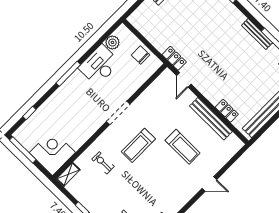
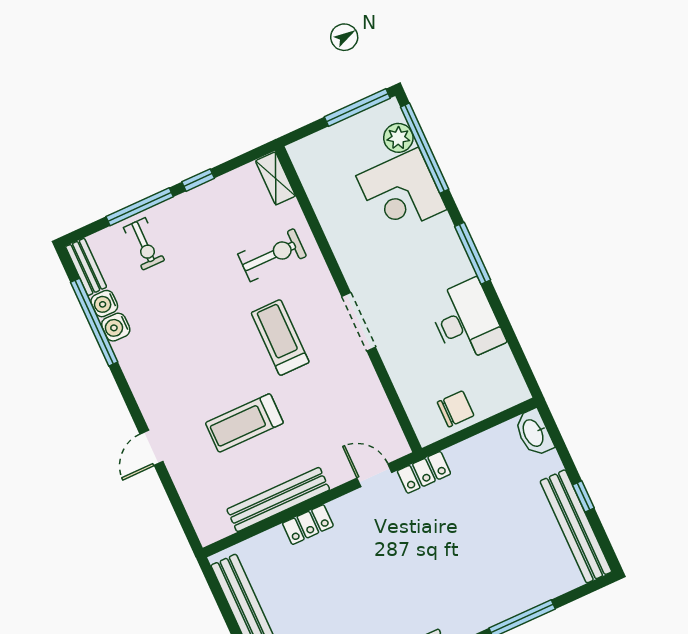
washbasin: (138, 16) -> (534, 433), added
plant: (112, 42) -> (398, 138), moved
locker: (227, 111) -> (308, 525), moved
window: (29, 113) -> (425, 148), width x3.17
corner desk: (52, 152) -> (401, 193), moved, turned 90
exercise bike: (103, 163) -> (272, 255), width x1.38, depth x1.39

